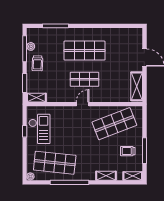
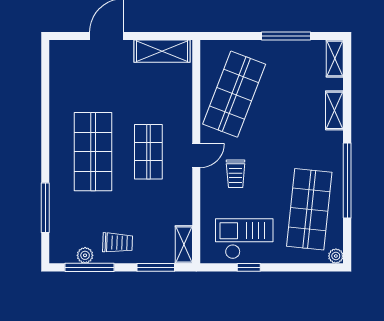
door: (83, 104) -> (196, 155), swing flipped
shop shelf: (114, 124) -> (234, 94), turned 42
trolley: (128, 151) -> (236, 174), moved

